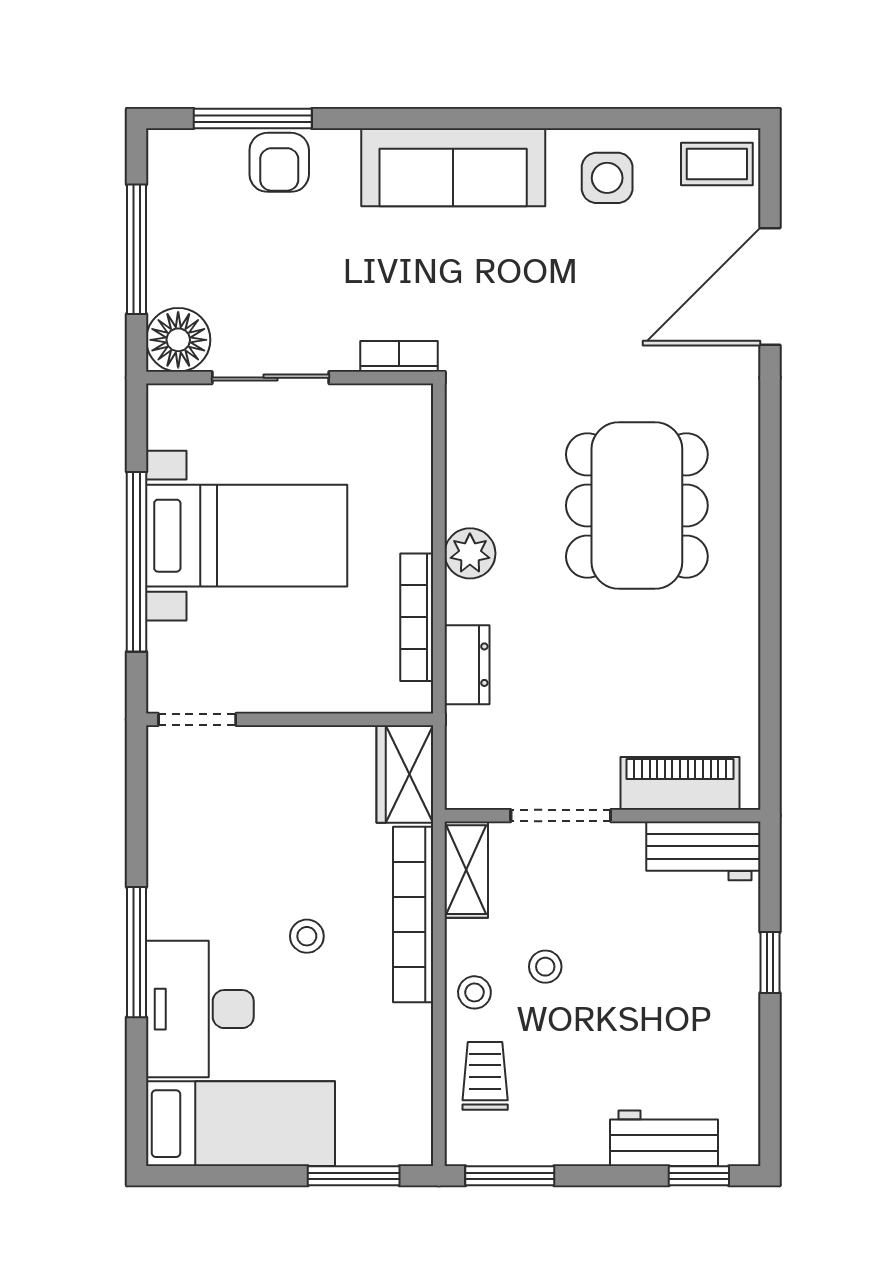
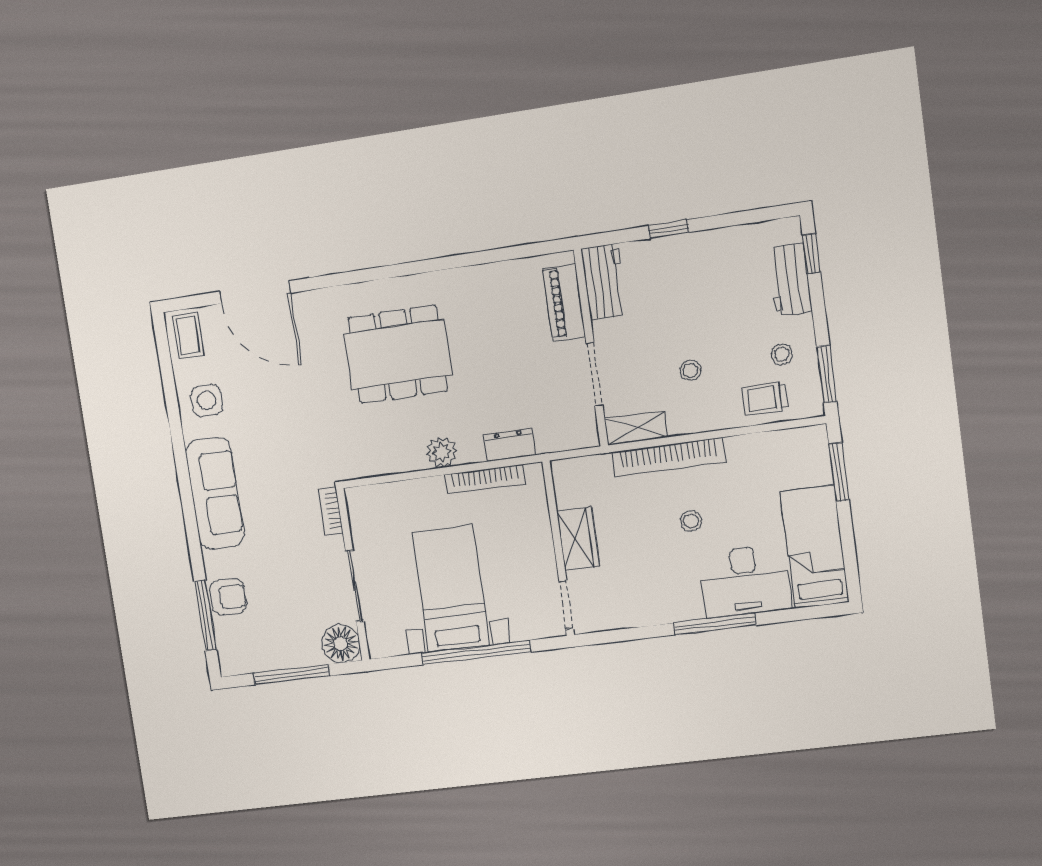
wardrobe: (405, 774) -> (578, 539), moved, turned -90
stool: (474, 992) -> (782, 354), moved

